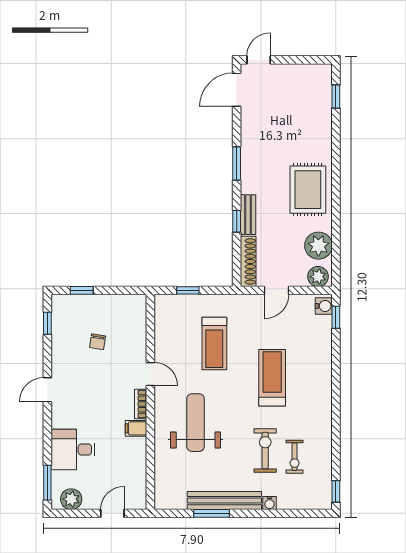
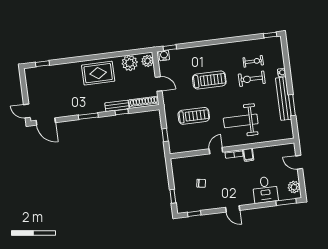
treadmill: (272, 378) -> (209, 80), turned 180

